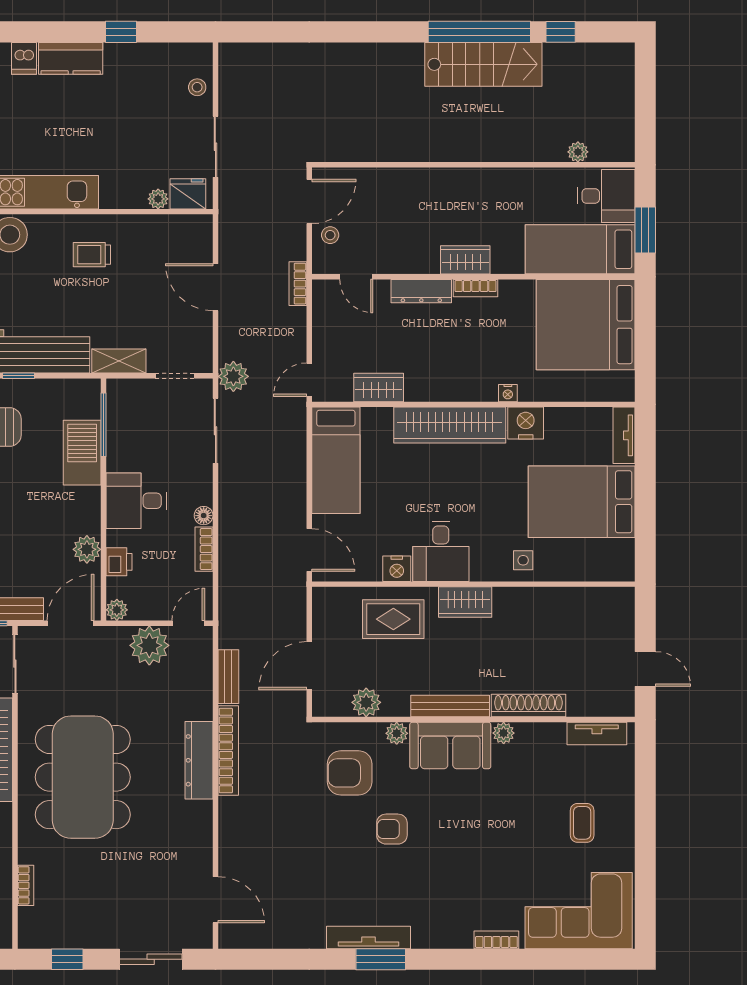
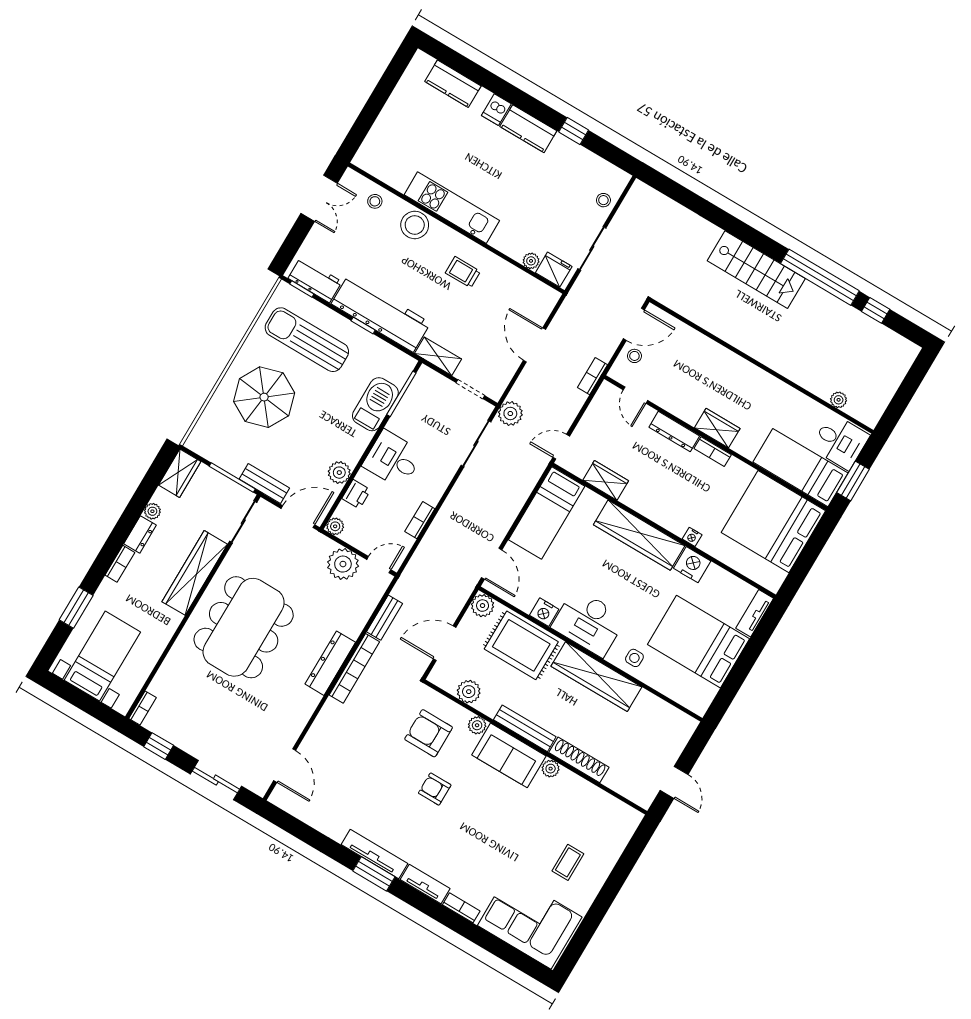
stairs: (483, 64) -> (756, 270), moved
floor lamp: (204, 516) -> (433, 497), removed
desk: (441, 551) -> (589, 622), width x1.37
plant: (326, 601) -> (483, 606), added
wardrobe: (465, 602) -> (596, 677), width x2.10, depth x1.17
rug: (393, 619) -> (521, 645), width x1.36, depth x1.43
tv unit: (597, 734) -> (425, 884), moved, turned 180
bookcase: (26, 885) -> (143, 708), moved

